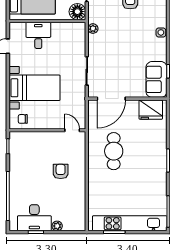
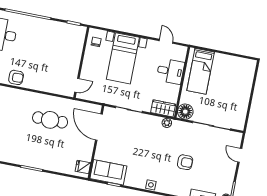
wardrobe: (78, 36) -> (163, 108), added
fridge: (151, 110) -> (83, 167), width x0.53, depth x0.75
armchair: (61, 171) -> (16, 77), moved

